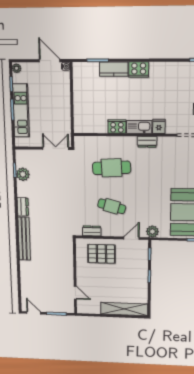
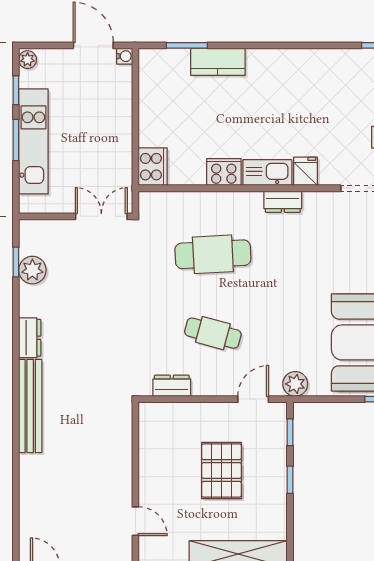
cooker: (139, 70) -> (153, 167), moved, turned -90
pallet: (101, 254) -> (222, 470), moved, turned 90

